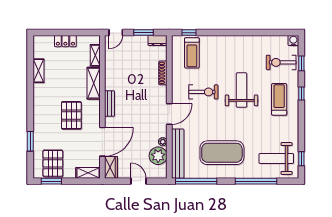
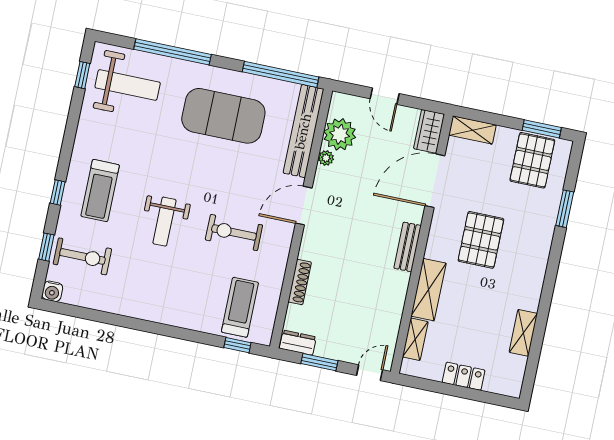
weight bench: (242, 90) -> (164, 222), width x0.73, depth x0.75

